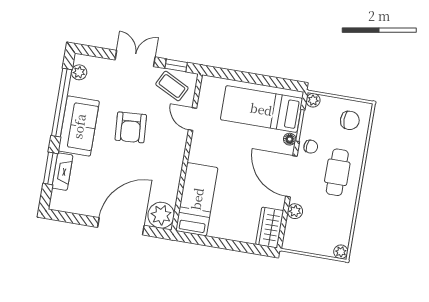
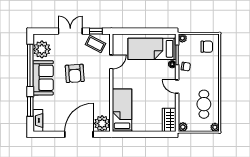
plant: (79, 72) -> (42, 49), width x1.87, depth x1.87
door: (193, 119) -> (111, 62), swing flipped
fireplace: (62, 172) -> (38, 120), moved
cafe table: (337, 172) -> (204, 104), moved
door: (291, 176) -> (177, 87), width x0.53
plant: (295, 211) -> (183, 127), moved

